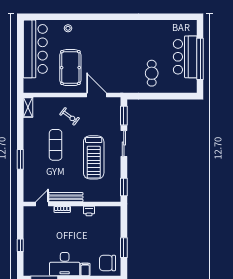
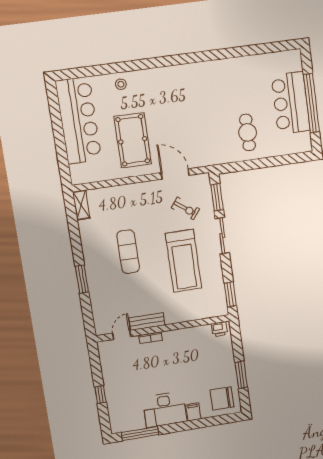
exercise bike: (70, 116) -> (185, 209), moved
bench: (66, 197) -> (147, 321), width x0.73
printer: (89, 211) -> (219, 329), moved

